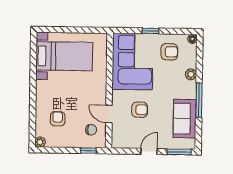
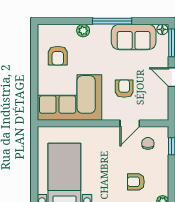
window: (151, 31) -> (34, 77), removed
floor lamp: (192, 39) -> (162, 29), moved
armchair: (169, 52) -> (58, 56), turned 180

